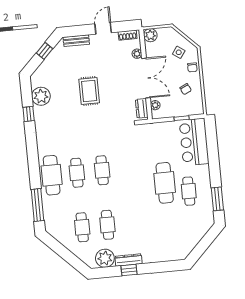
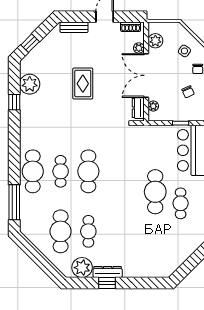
plant: (150, 35) -> (155, 41), moved
window: (44, 51) -> (30, 43), moved
double door: (146, 78) -> (146, 75), swing flipped
cafe table: (102, 170) -> (88, 171), width x1.37, depth x1.35
cafe table: (82, 227) -> (61, 231), width x1.37, depth x1.35

